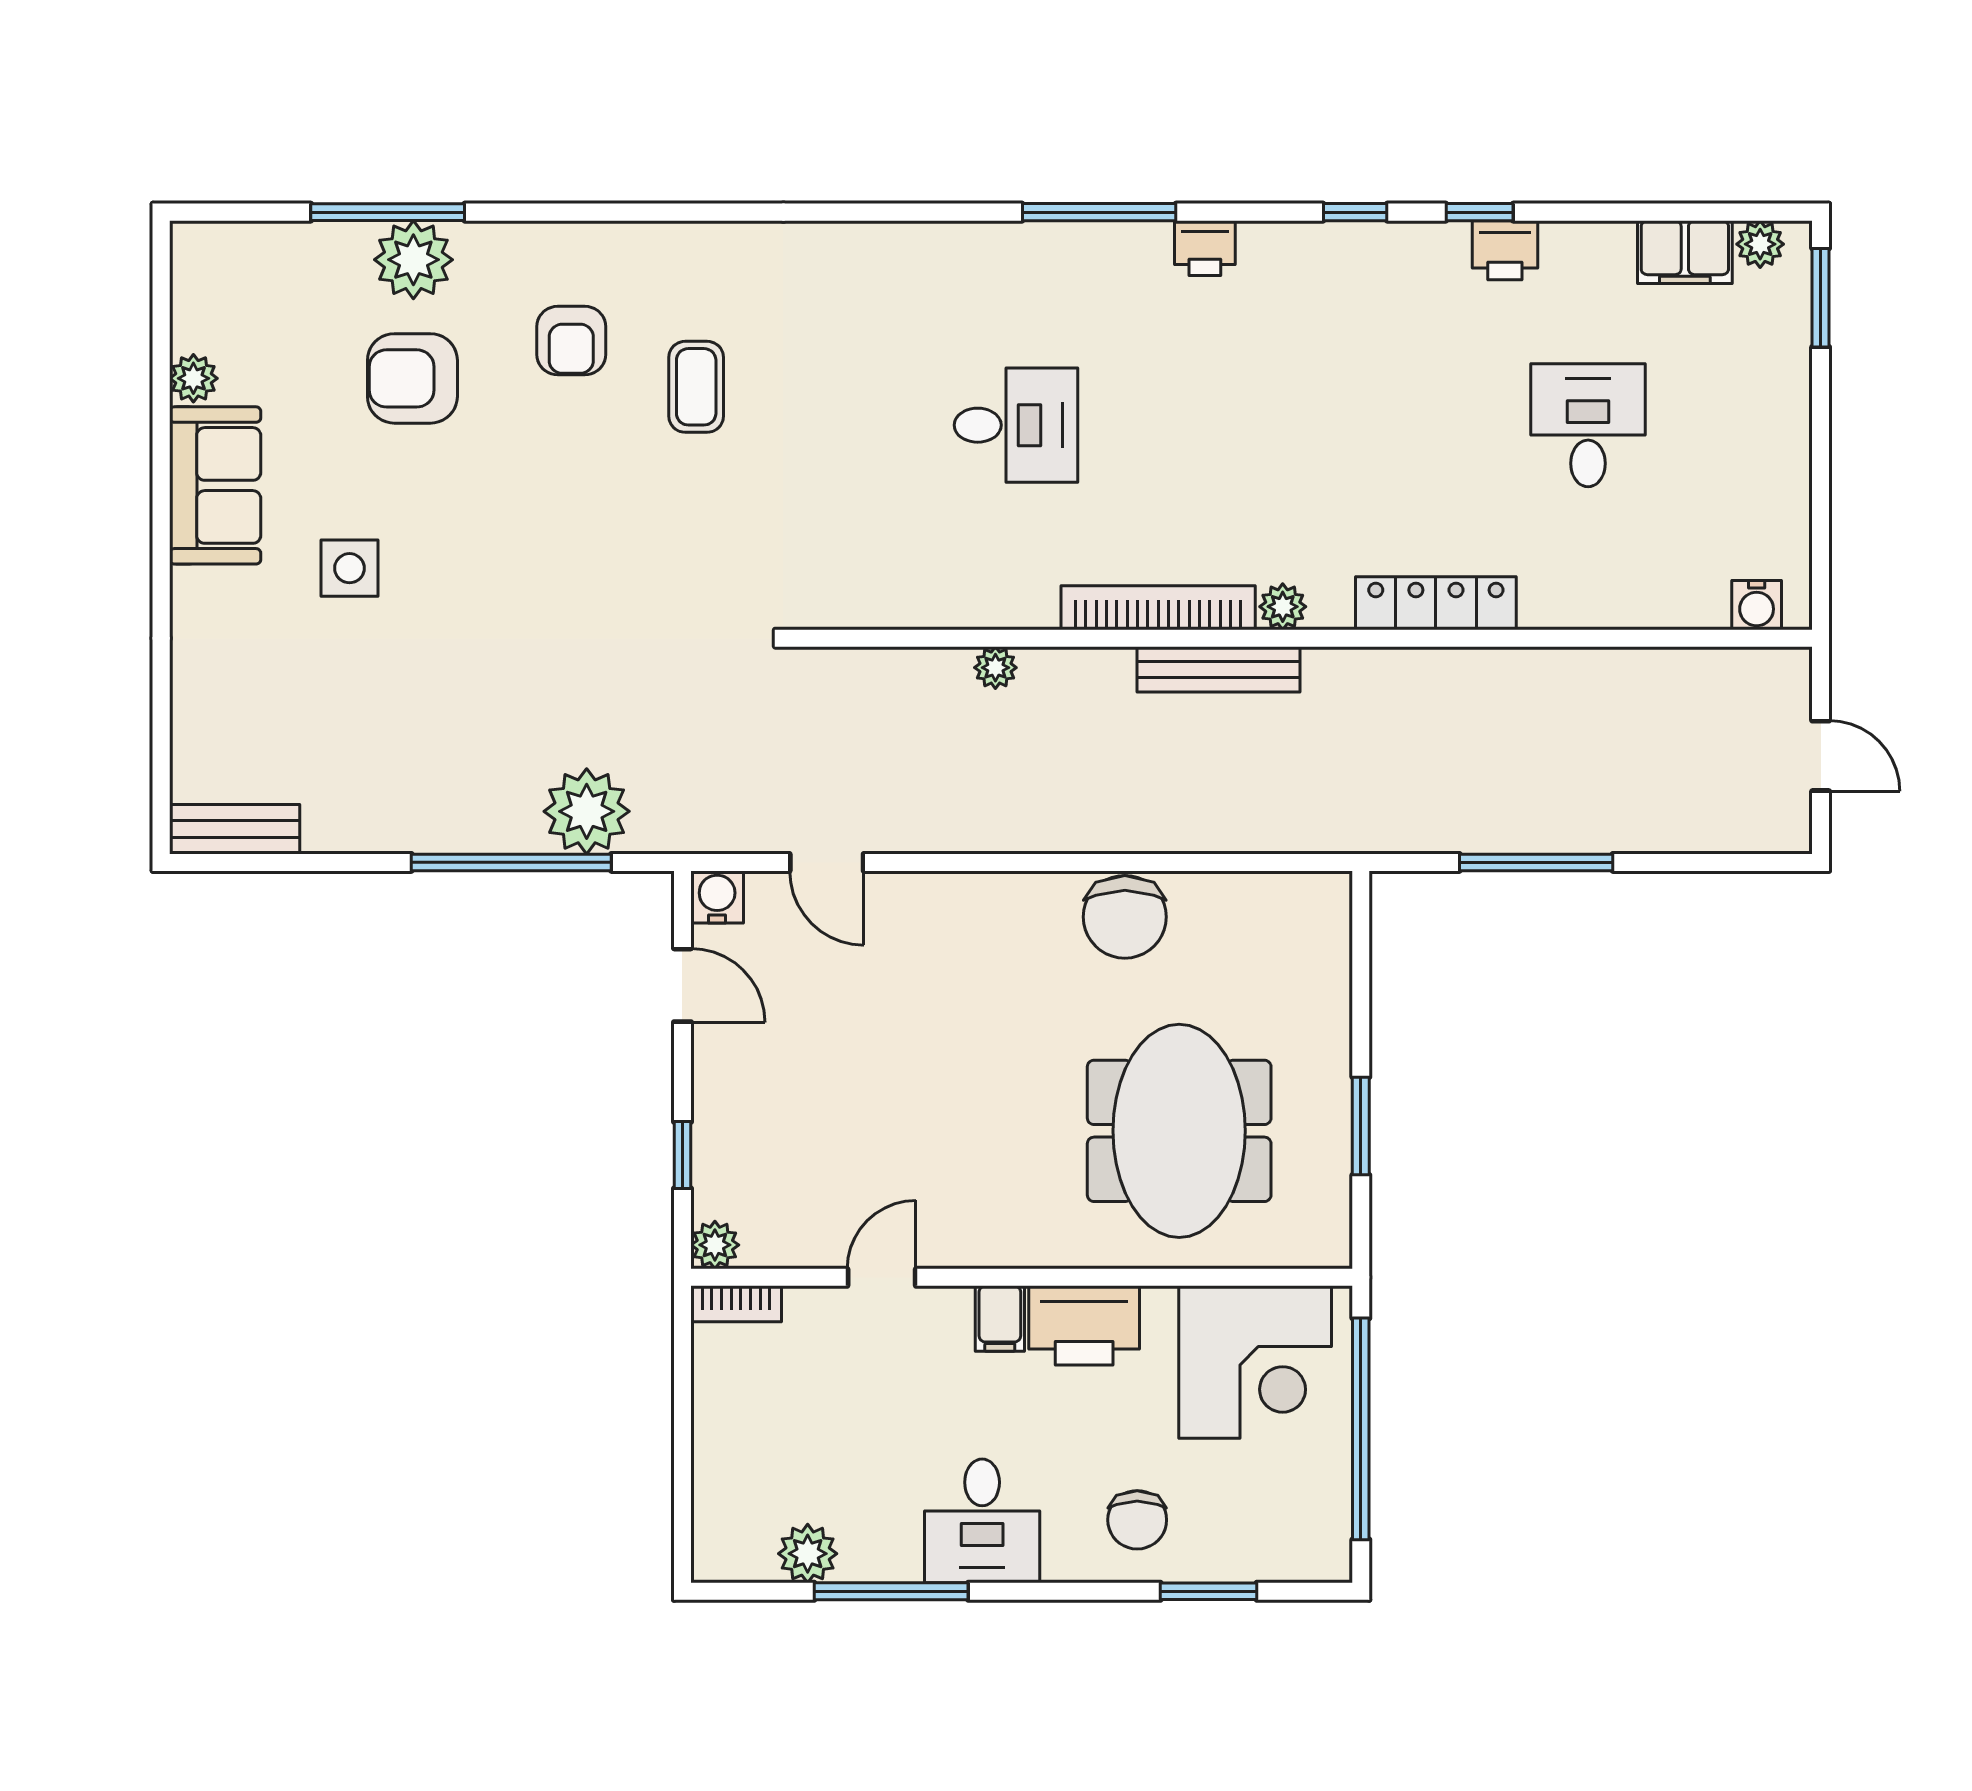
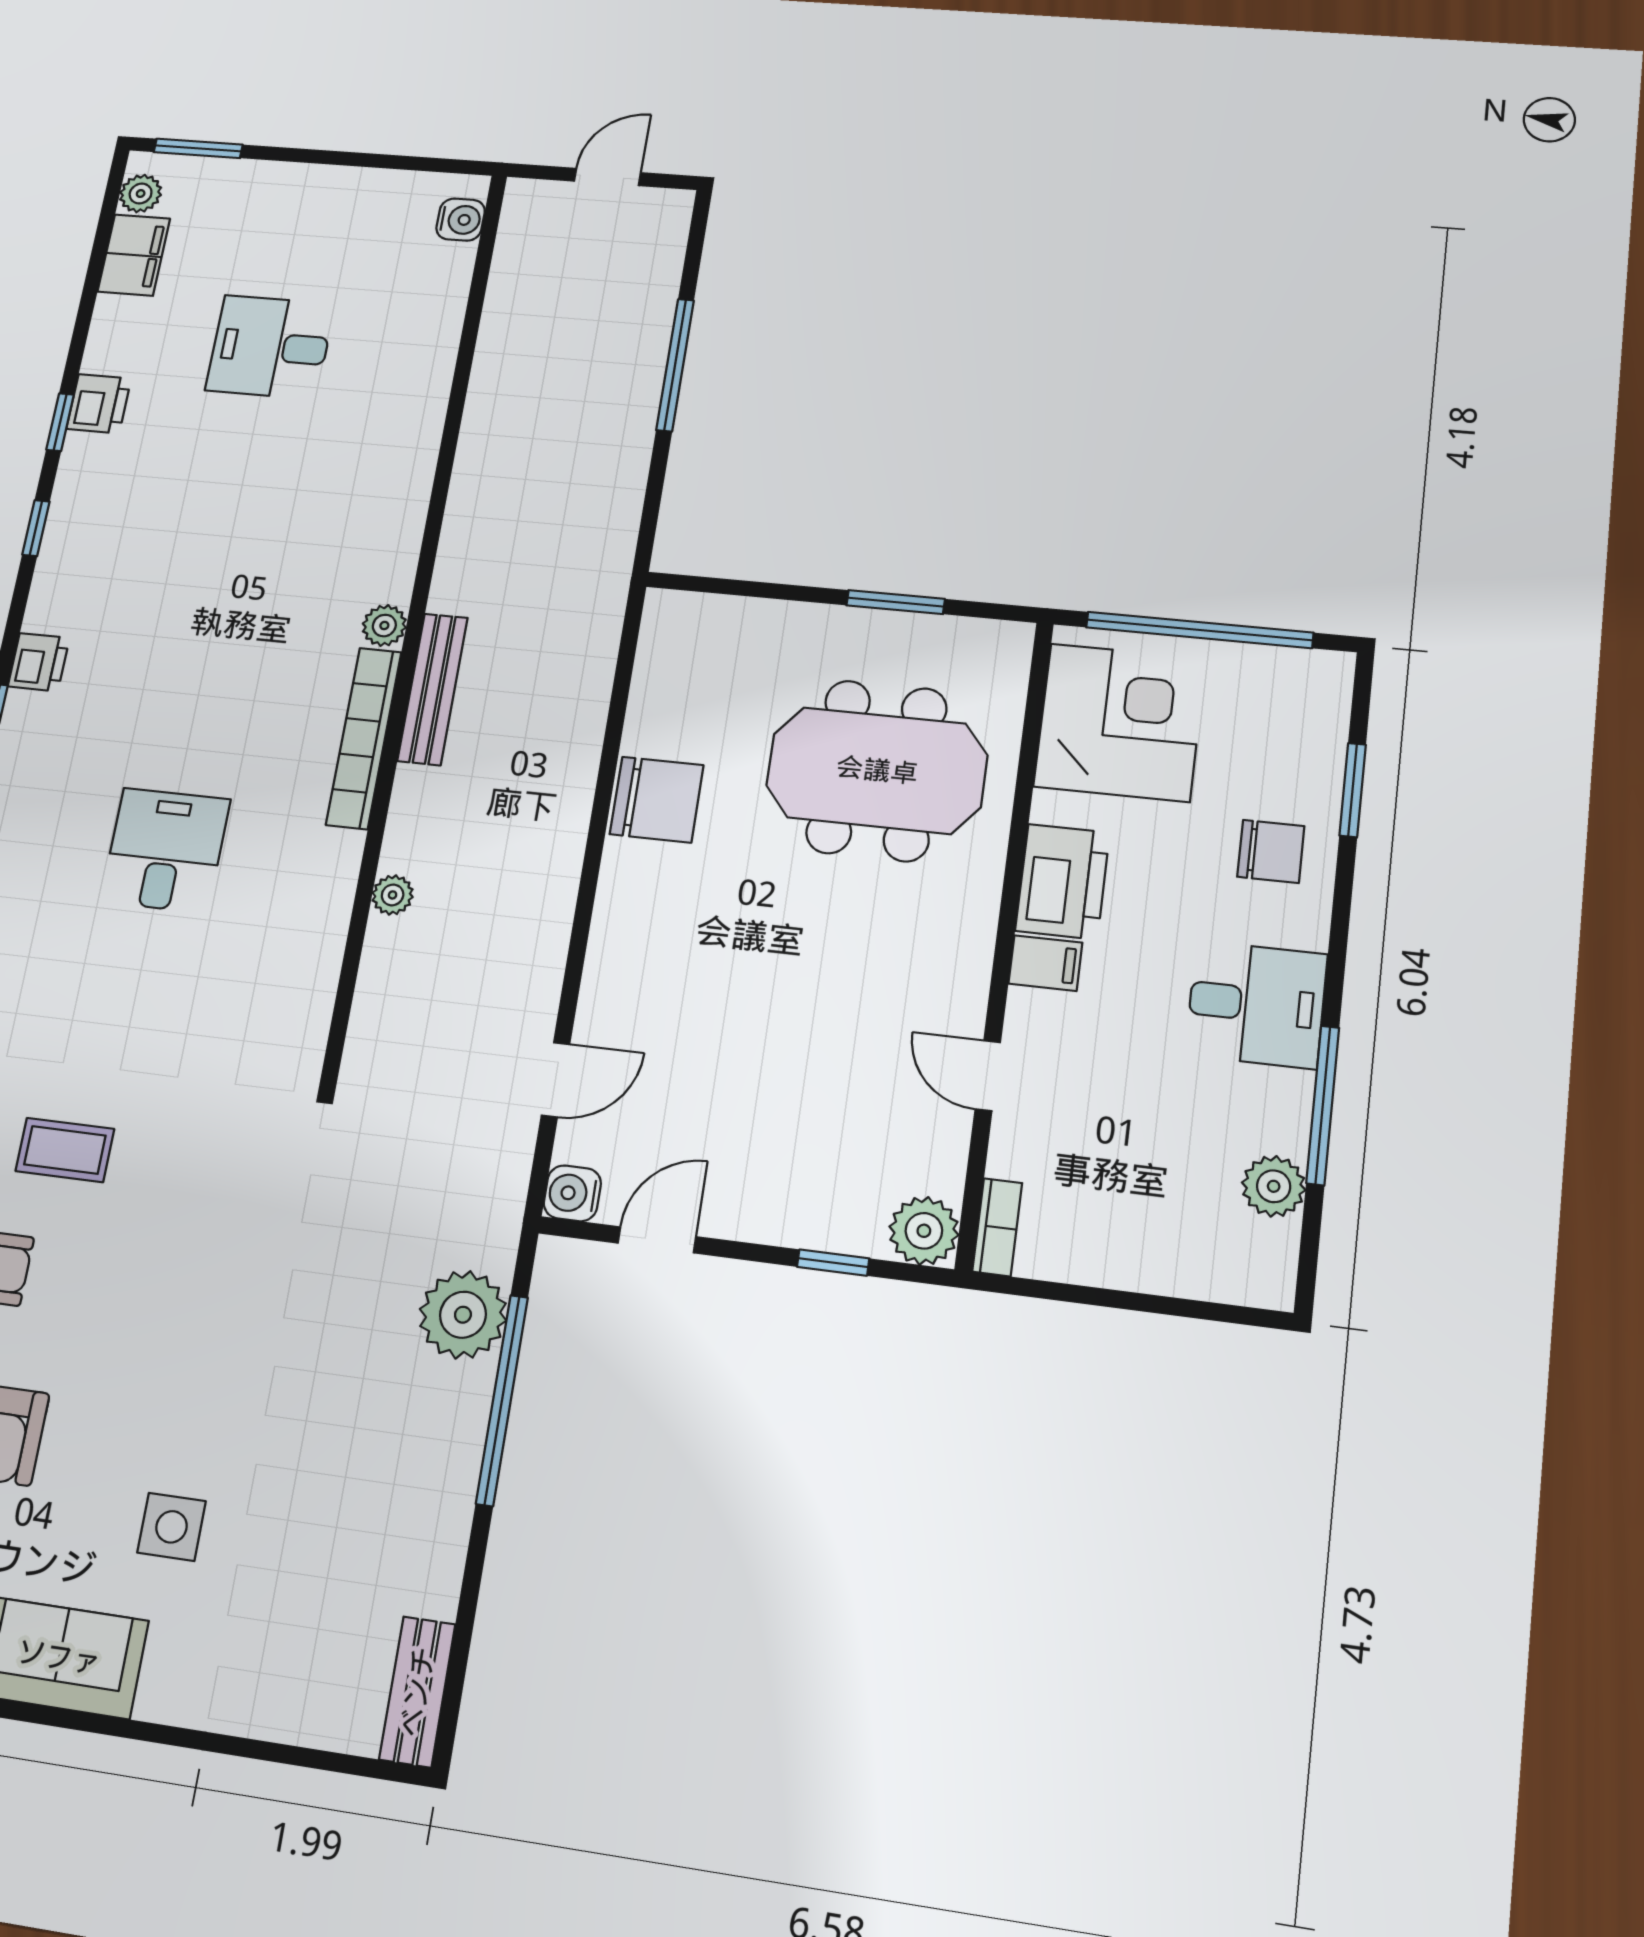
locker: (1436, 603) -> (407, 490), removed
window: (1536, 862) -> (675, 365), moved
plant: (715, 1245) -> (924, 1231), width x1.38, depth x1.38

